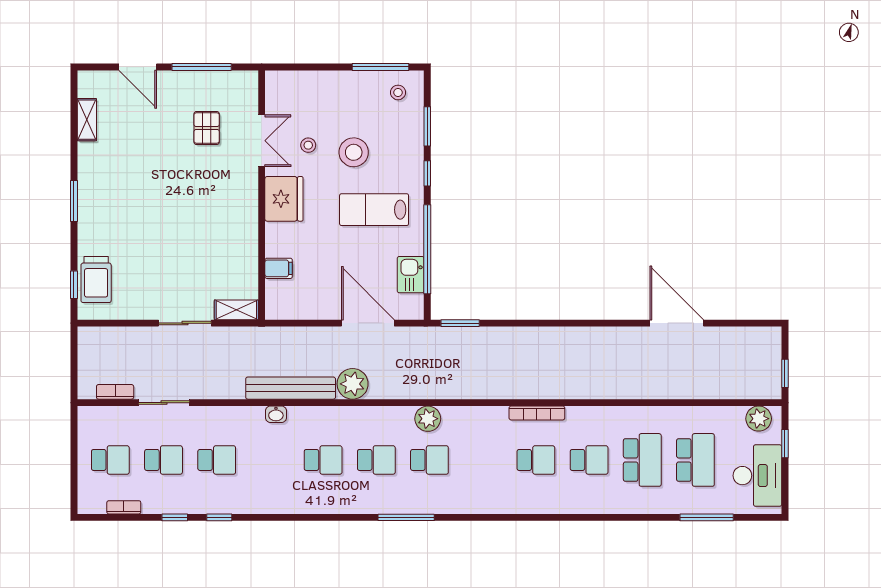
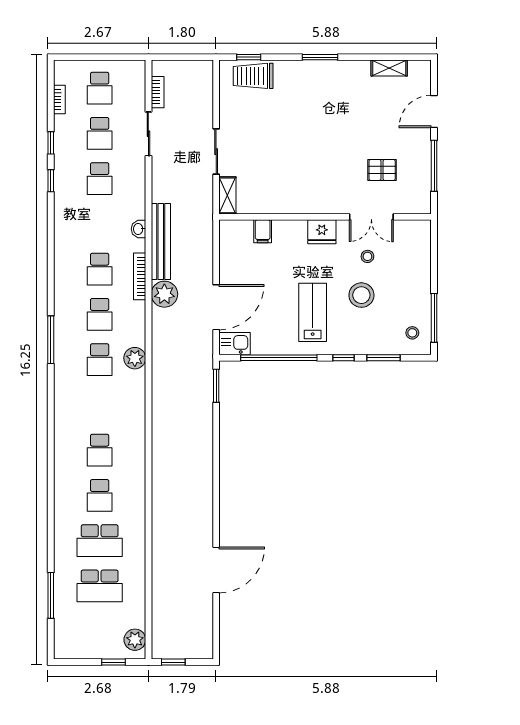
fridge: (284, 199) -> (322, 232), width x0.73, depth x0.75
kitchen sink: (411, 275) -> (235, 344), moved
bookcase: (537, 413) -> (140, 276), moved
desk: (757, 476) -> (86, 639), removed

